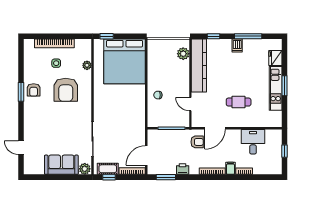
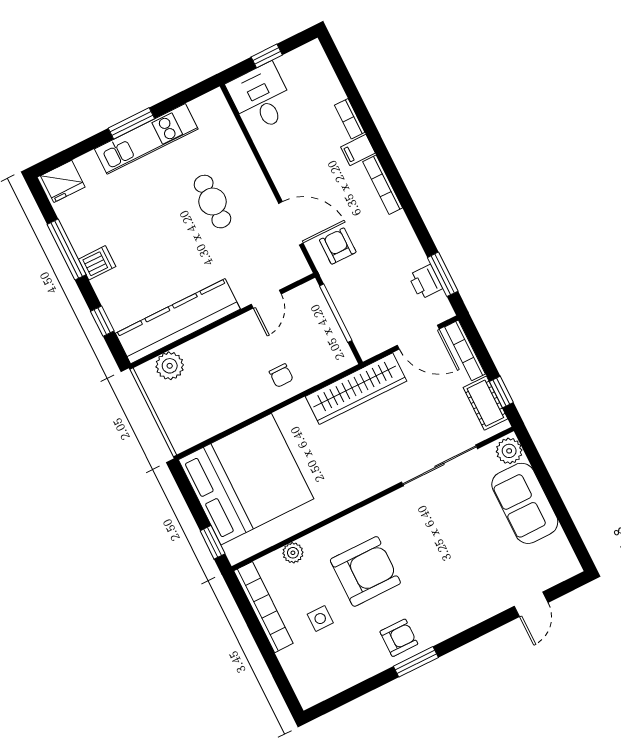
bookcase: (54, 43) -> (263, 607), moved
fridge: (275, 58) -> (63, 181), moved
wardrobe: (138, 121) -> (356, 389), added
desk: (253, 142) -> (261, 98), moved, turned 90
printer: (183, 169) -> (425, 282), moved

